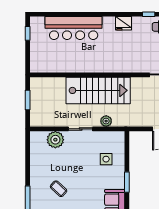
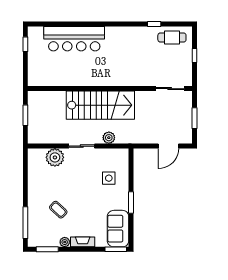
fridge: (124, 23) -> (127, 34), removed

